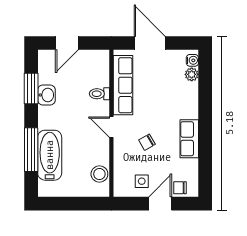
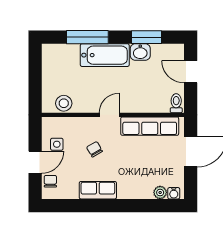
toilet: (99, 94) -> (176, 103), moved
bathtub: (50, 155) -> (105, 55), moved
door: (160, 204) -> (35, 162), hinge flipped

